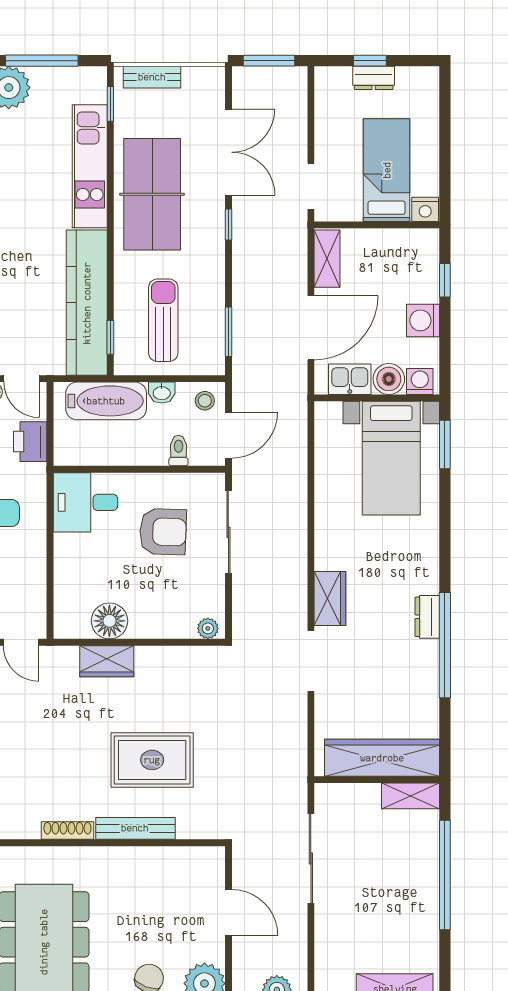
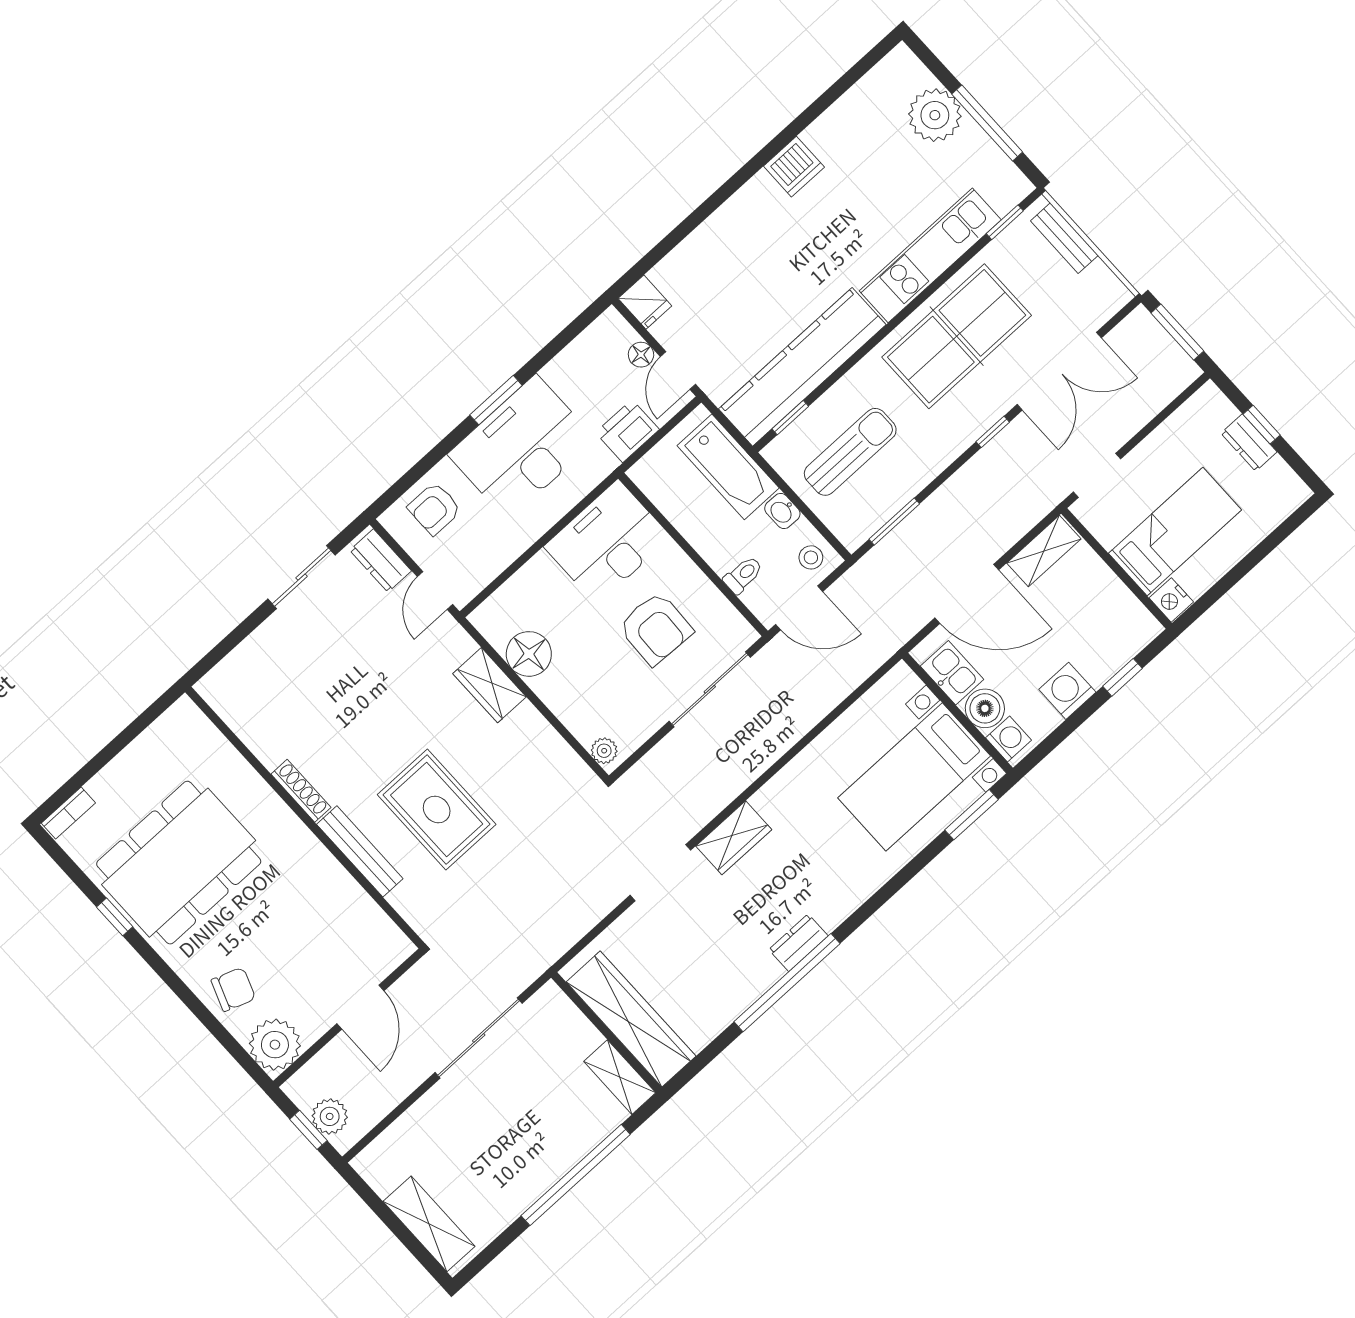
desk: (85, 502) -> (607, 542), width x1.37

